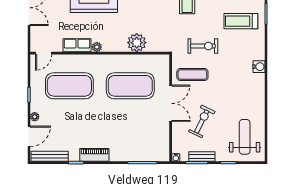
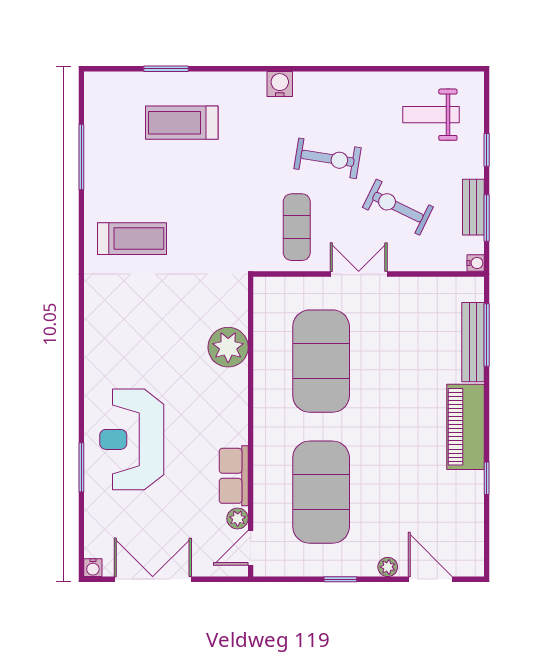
treadmill: (241, 21) -> (182, 123), turned 90
exercise bike: (203, 46) -> (328, 158), moved, turned 99
plant: (97, 47) -> (238, 518), moved
door: (44, 53) -> (251, 548), swing flipped
double door: (171, 103) -> (359, 274), width x0.73
weight bench: (245, 137) -> (431, 115), width x0.73, depth x0.75
piano: (94, 155) -> (465, 427), width x1.37, depth x1.33
bench: (50, 156) -> (473, 342), moved

